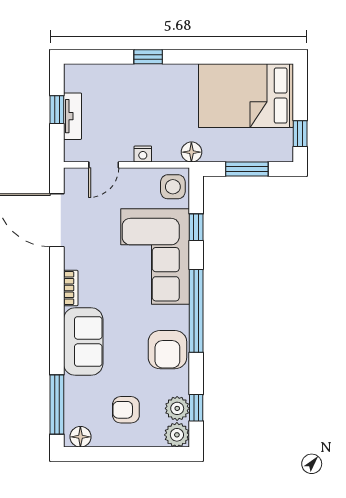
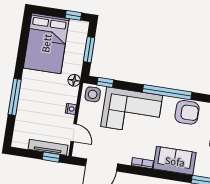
window: (148, 57) -> (15, 97), width x2.17
window: (57, 110) -> (51, 157), moved
tv unit: (72, 116) -> (48, 147), width x1.41
window: (196, 227) -> (105, 82), moved

